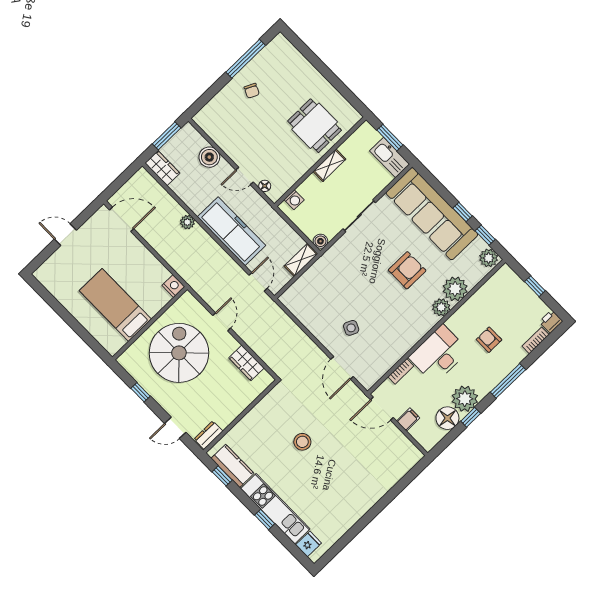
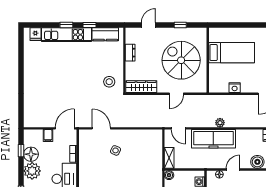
plant: (187, 222) -> (220, 123), moved
nightstand: (173, 286) -> (235, 88), moved
door: (222, 322) -> (176, 94), hinge flipped
spiral stairs: (179, 353) -> (181, 60), turned 180
wardrobe: (246, 363) -> (141, 87), width x1.50
window: (471, 417) -> (21, 151), moved
dresser: (208, 435) -> (130, 53), moved
stool: (302, 442) -> (109, 82), moved
window: (222, 476) -> (89, 25), moved

